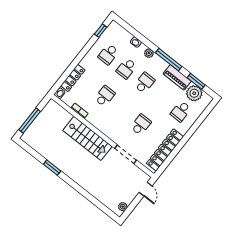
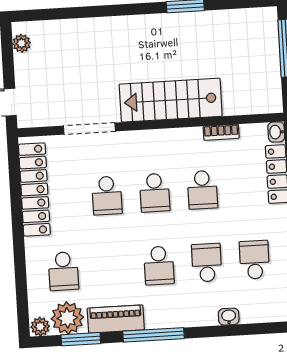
plant: (149, 53) -> (40, 327), moved
school desk: (123, 110) -> (155, 193), added
school desk: (181, 111) -> (63, 271), turned 180

